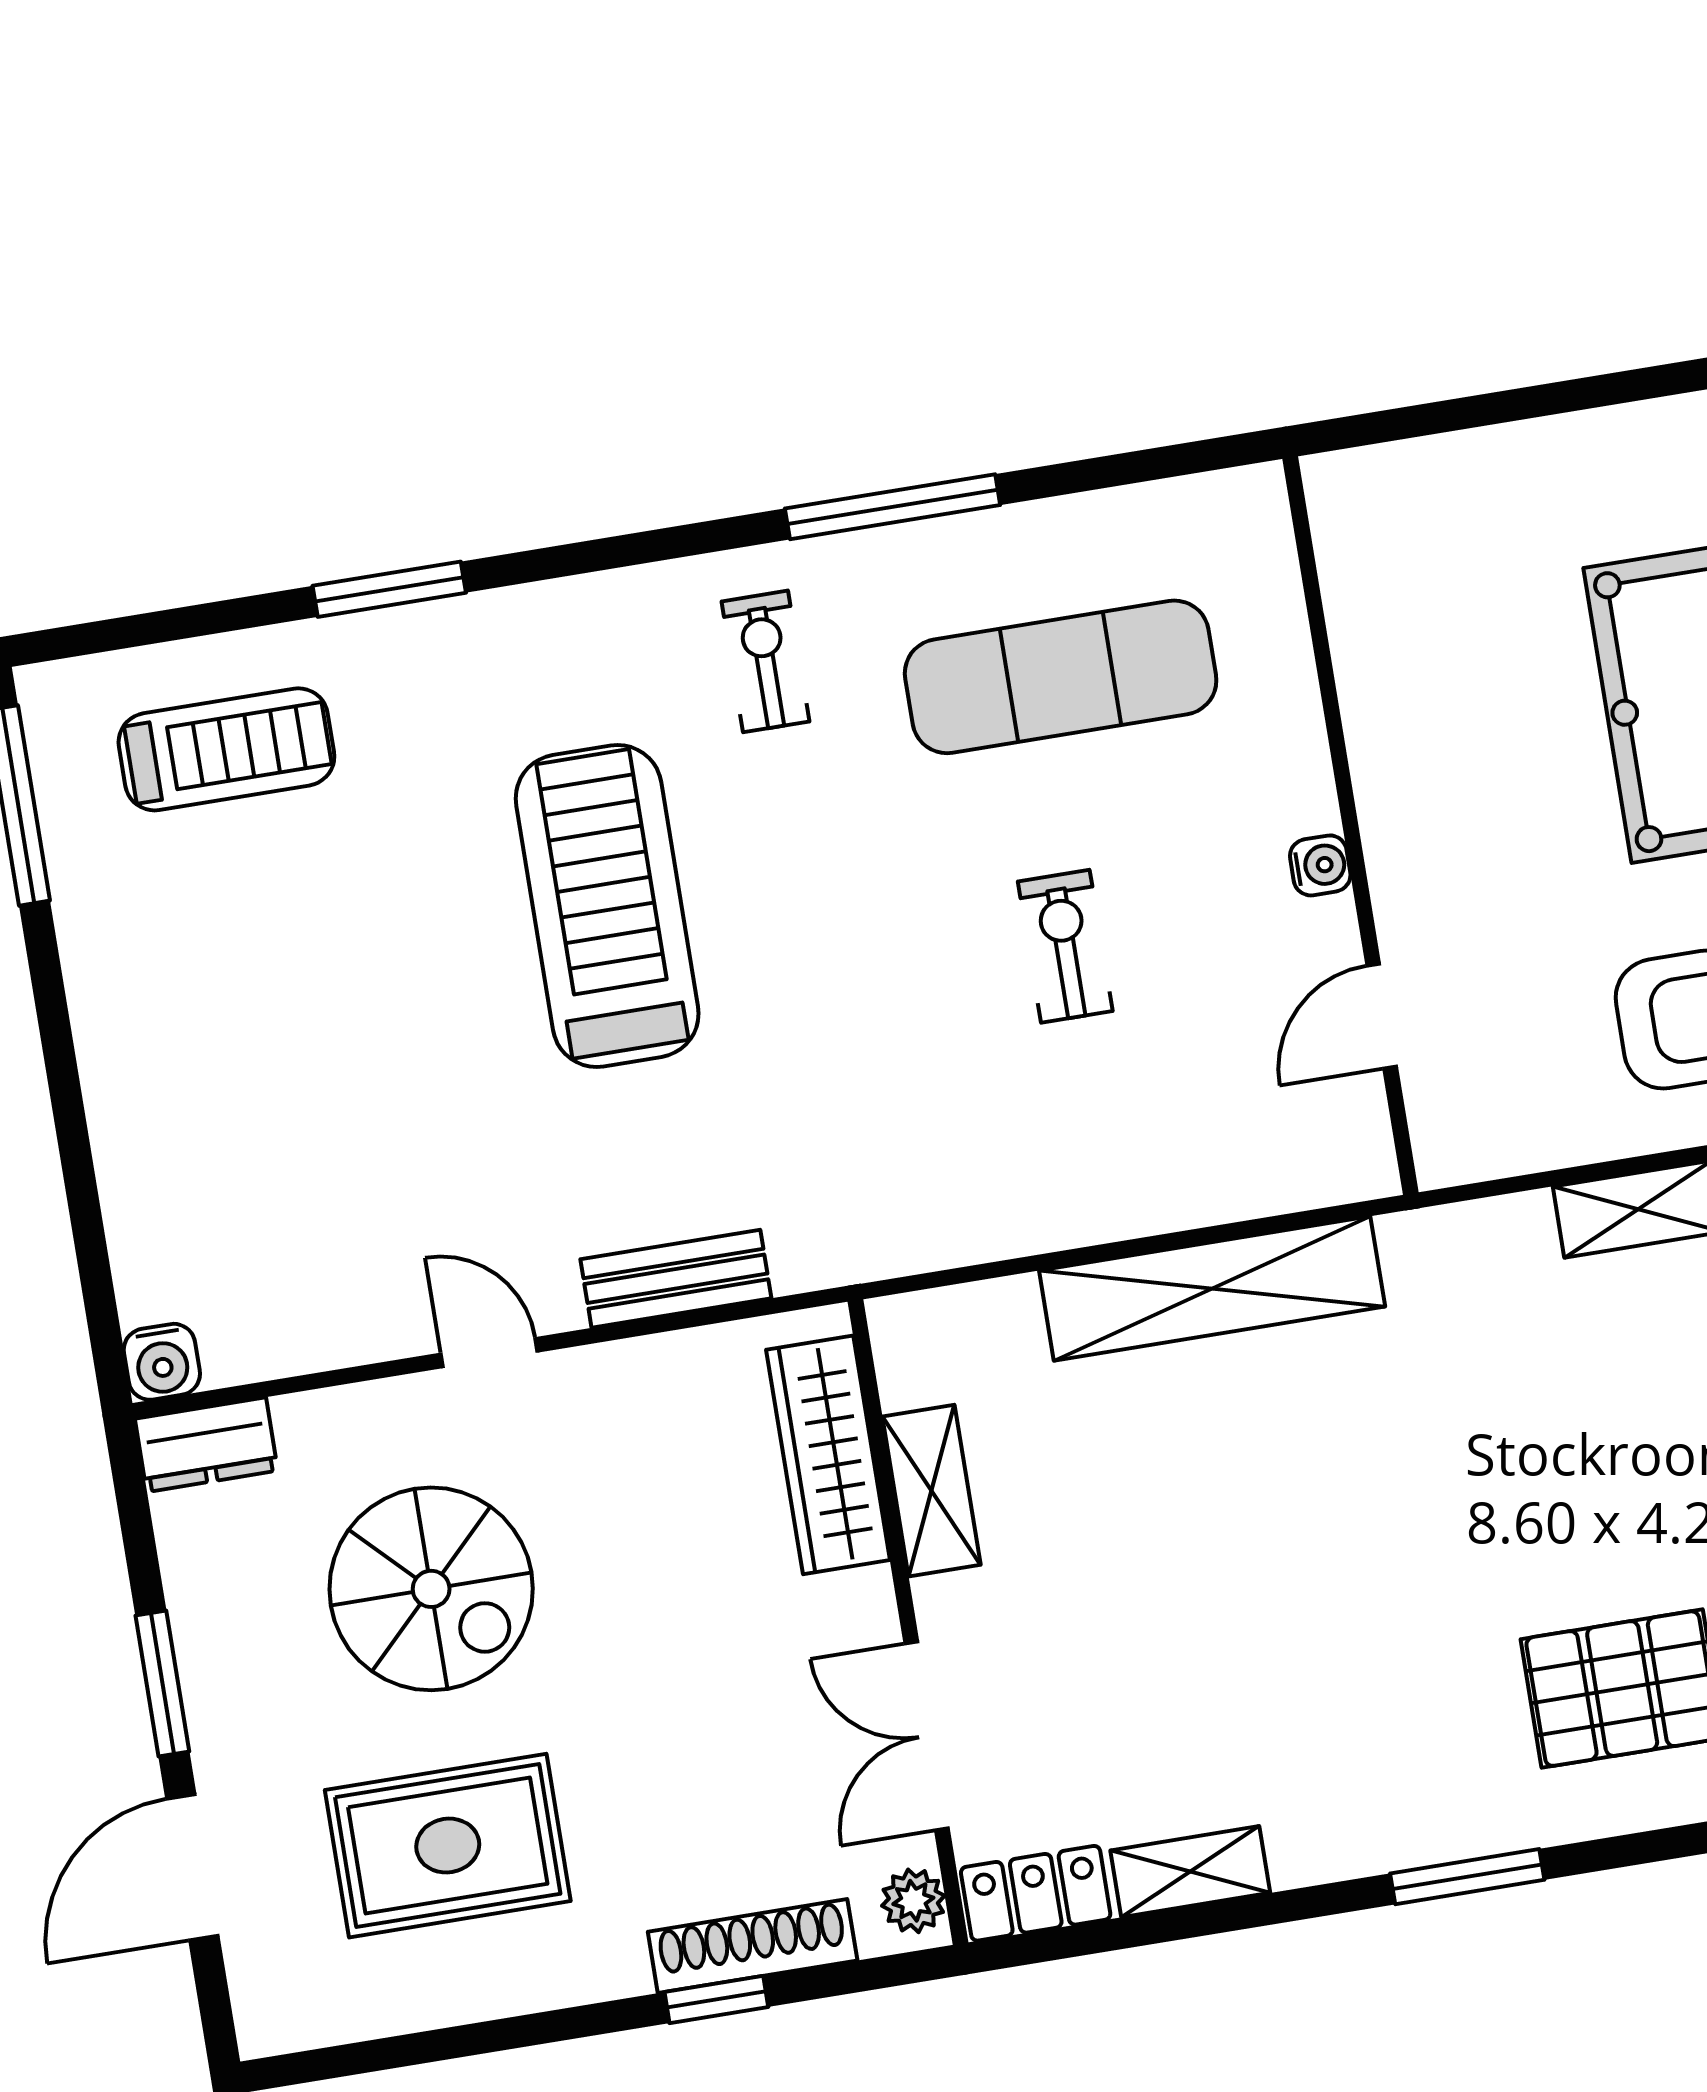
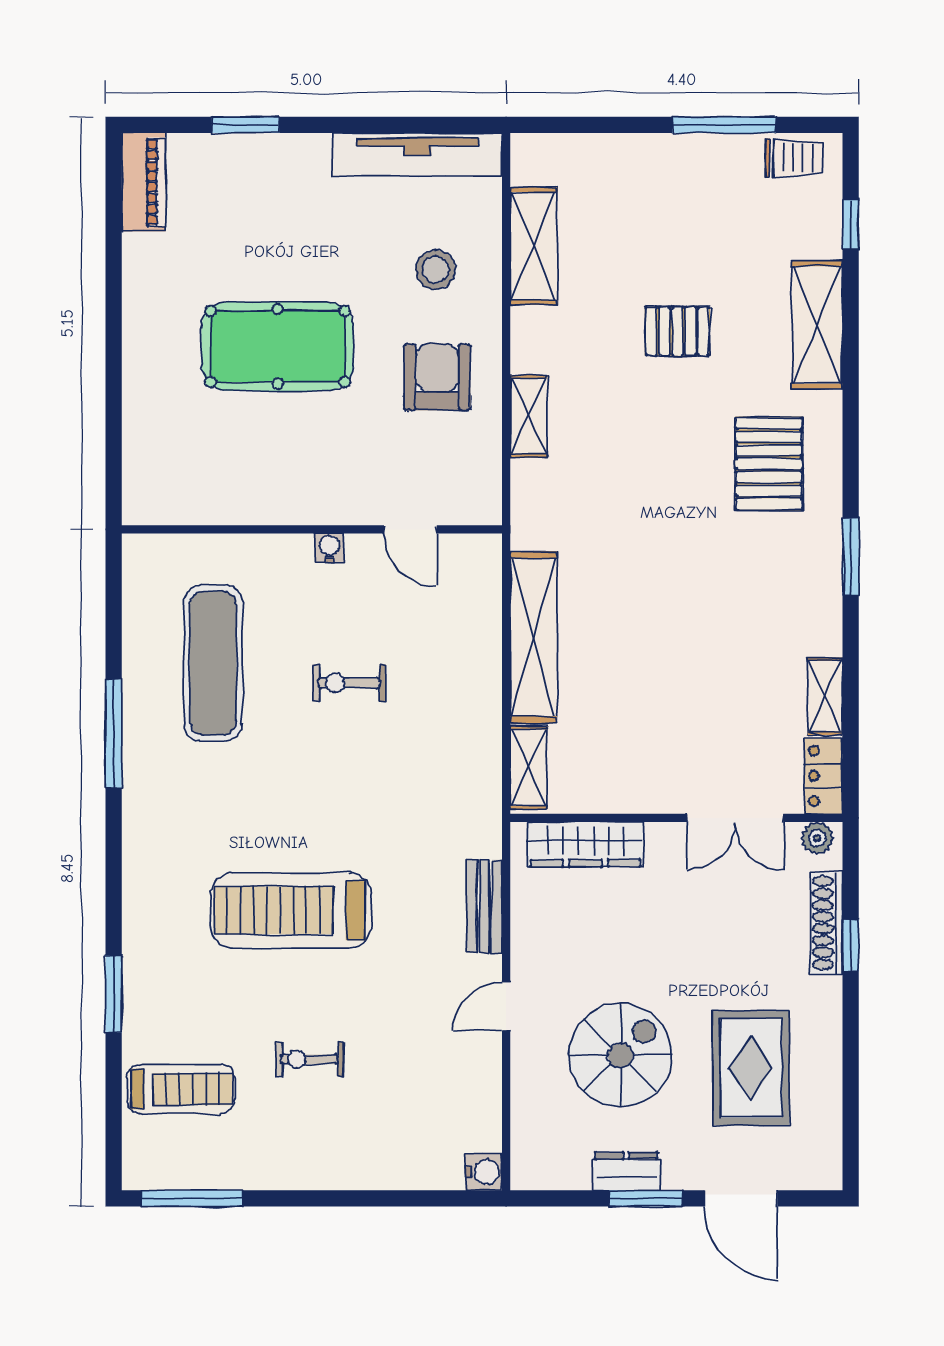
exercise bike: (765, 661) -> (310, 1059), moved
treadmill: (226, 749) -> (181, 1089), turned 90
dresser: (206, 1445) -> (626, 1171), moved, turned -90
shelving: (932, 1491) -> (529, 768), moved, turned 90

